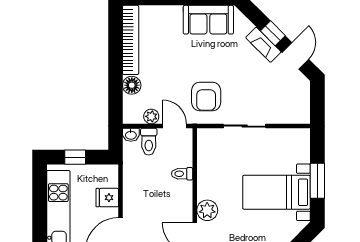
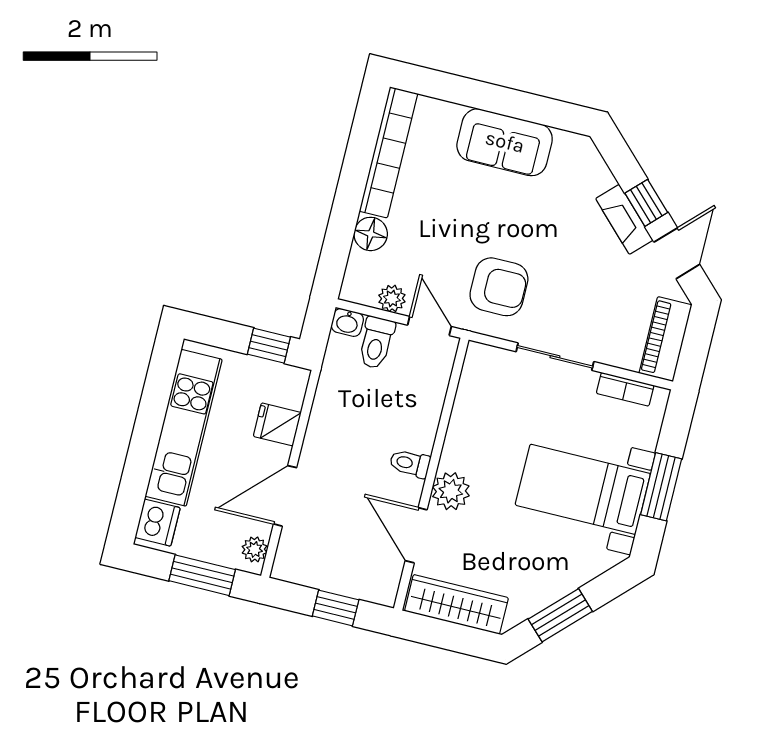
sofa: (208, 20) -> (505, 142), moved
armchair: (206, 96) -> (499, 287), turned -90
piano: (301, 102) -> (665, 339), added
bookcase: (286, 134) -> (625, 389), added
window: (75, 157) -> (269, 346), moved
toilet: (182, 174) -> (410, 463), moved

